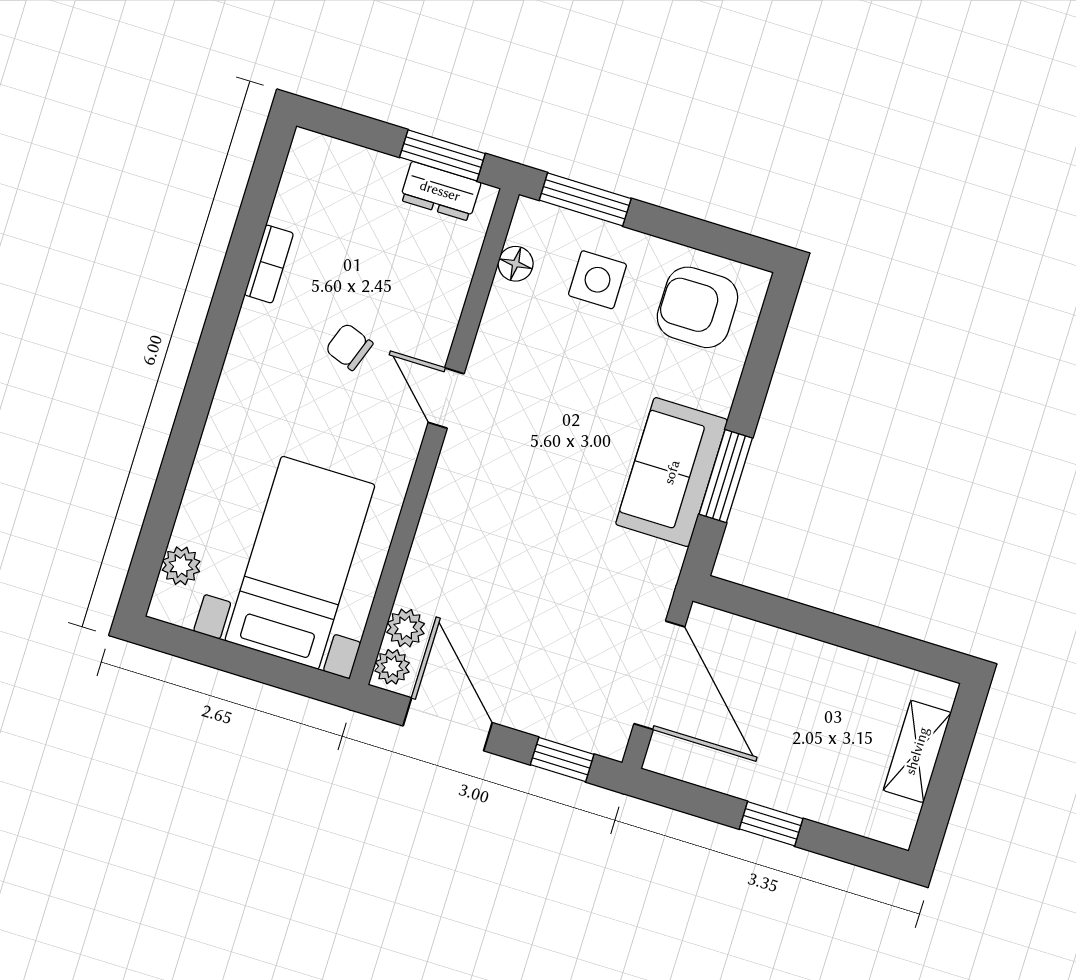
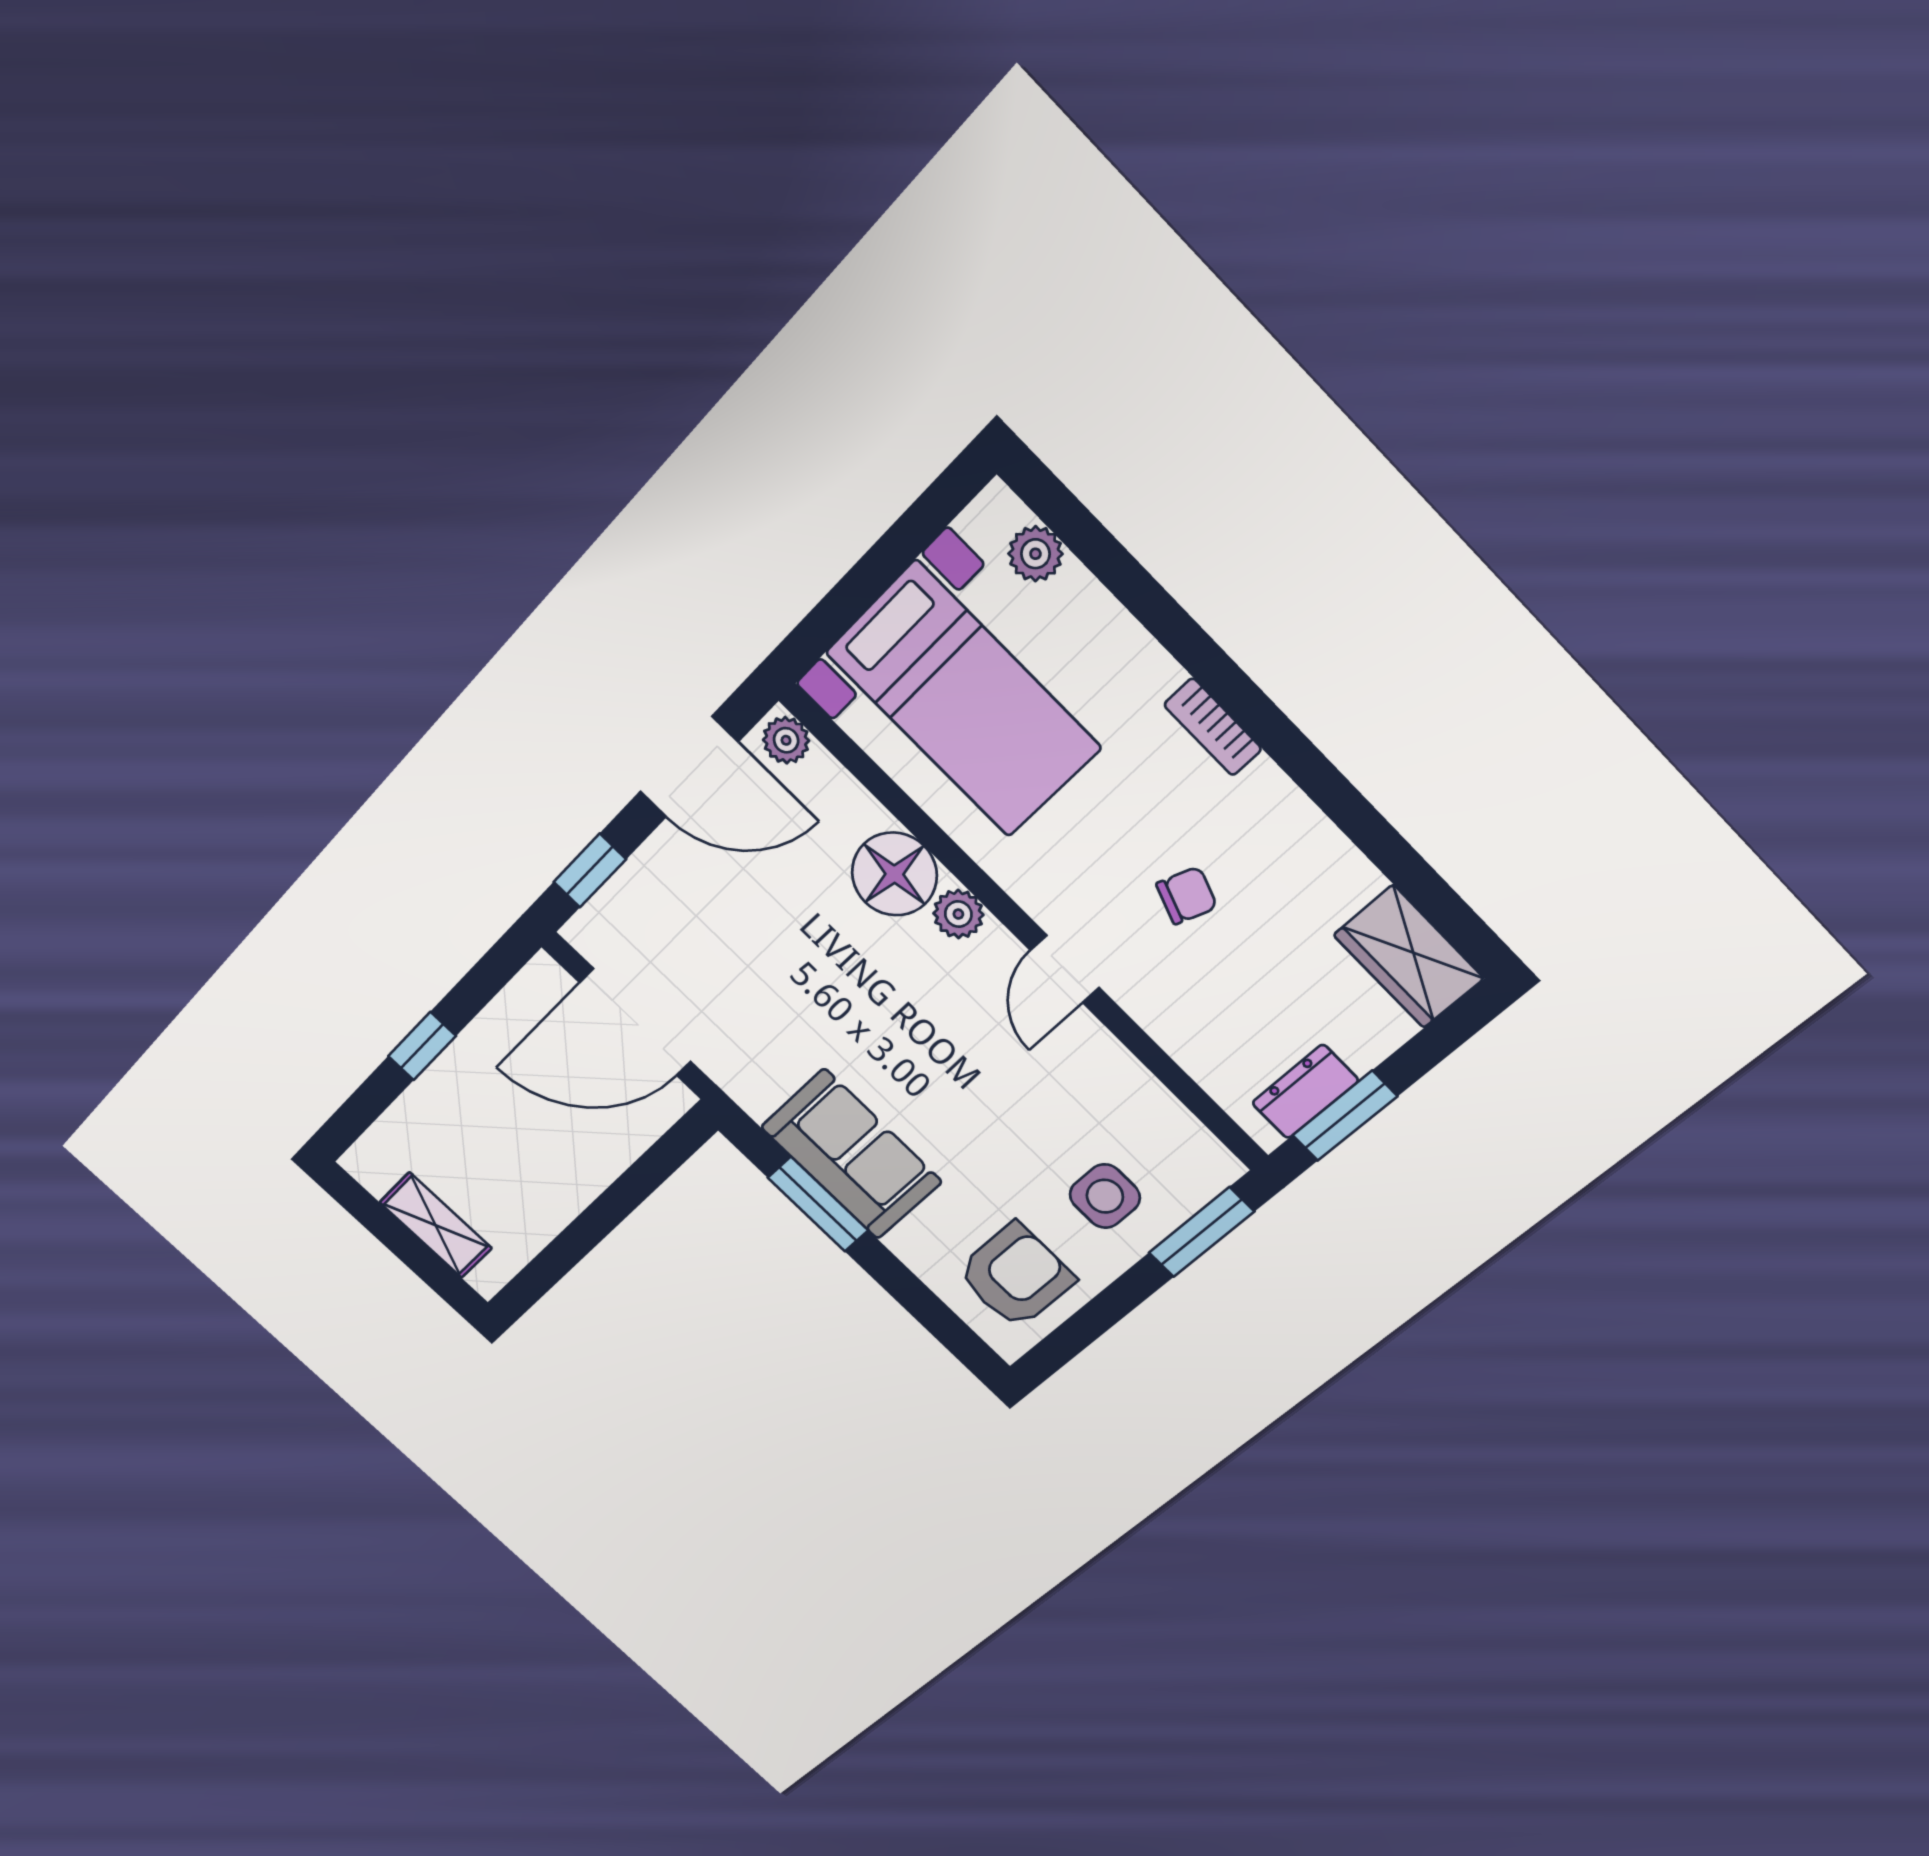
wardrobe: (309, 182) -> (1409, 957), added
bookcase: (269, 264) -> (1213, 727), moved
floor lamp: (516, 264) -> (894, 874), moved, width x1.89, depth x1.89
door: (446, 398) -> (1065, 969), swing flipped
plant: (406, 628) -> (958, 914), moved

